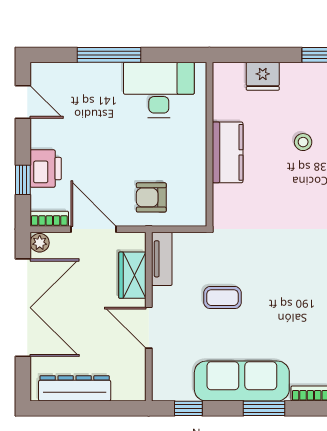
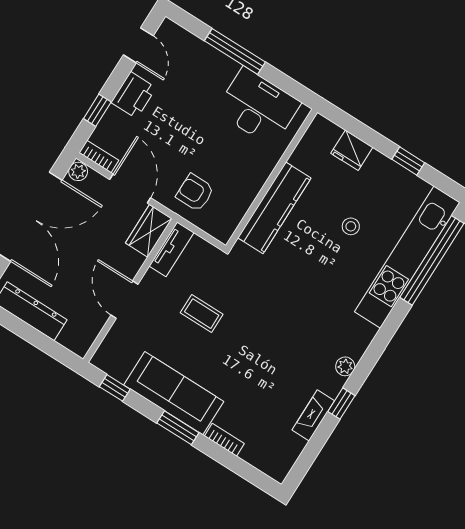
kitchen counter: (228, 152) -> (274, 208), width x1.50
printer: (46, 169) -> (134, 95), moved
wardrobe: (132, 275) -> (149, 231), moved

